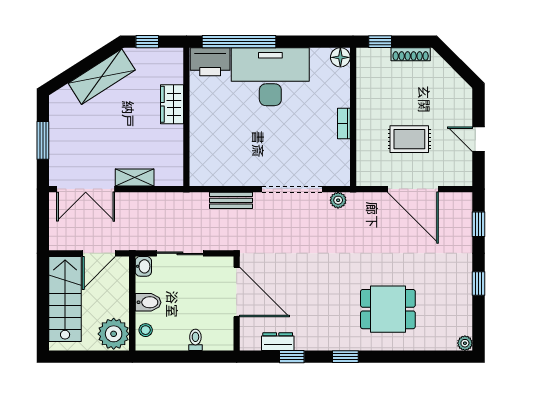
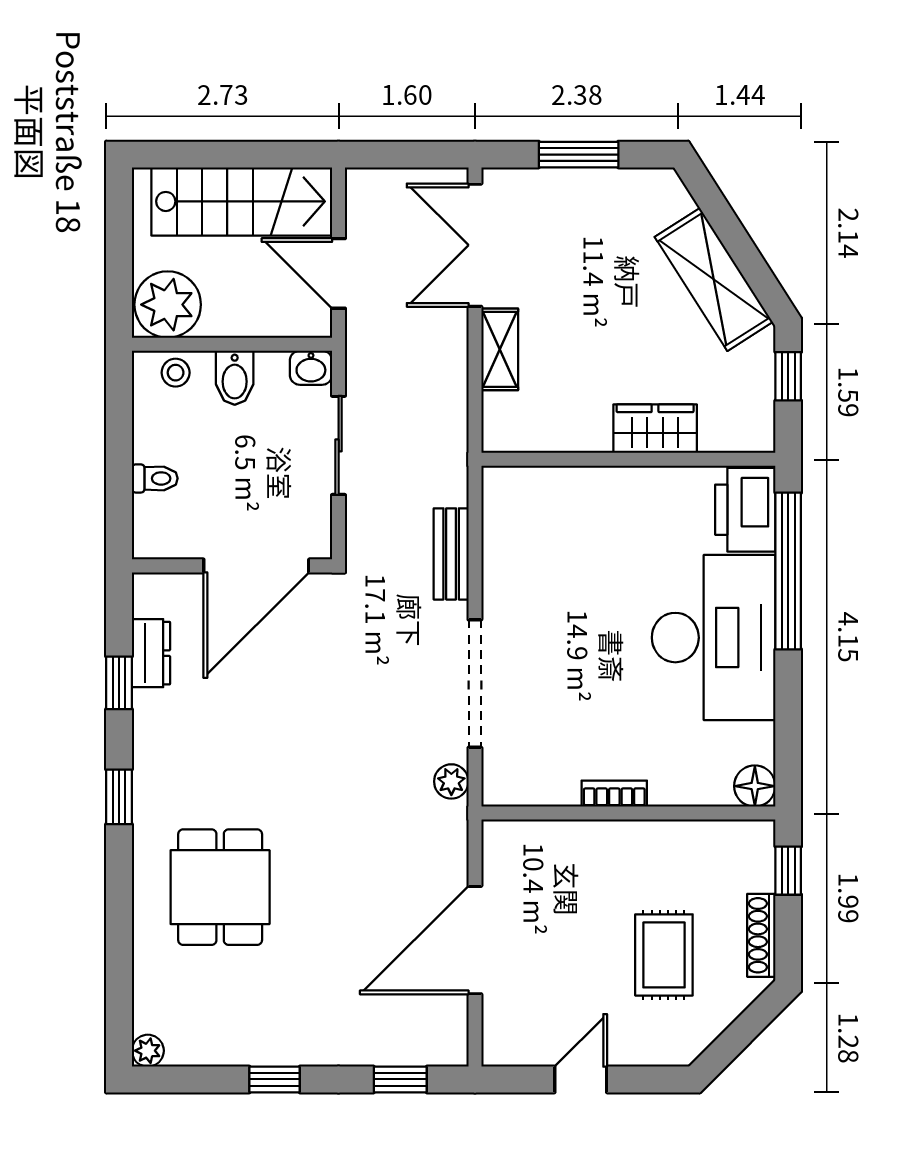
rug: (409, 139) -> (664, 955), moved

